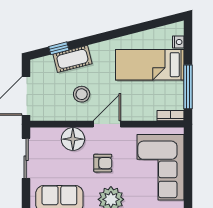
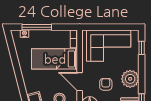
bed: (150, 65) -> (55, 59), moved, turned 90
window: (188, 87) -> (37, 27), moved

